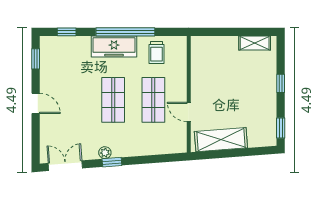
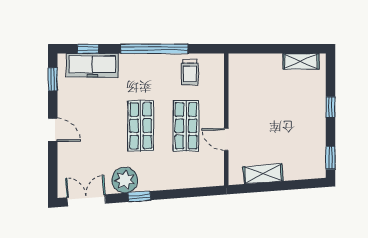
freezer: (114, 47) -> (92, 65), moved
shelving: (221, 140) -> (263, 174), width x0.67, depth x0.75
plant: (105, 153) -> (125, 180), width x1.88, depth x1.88

